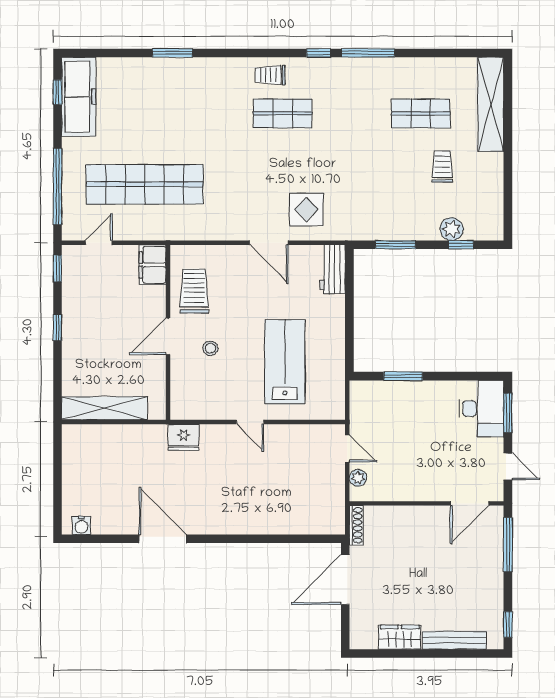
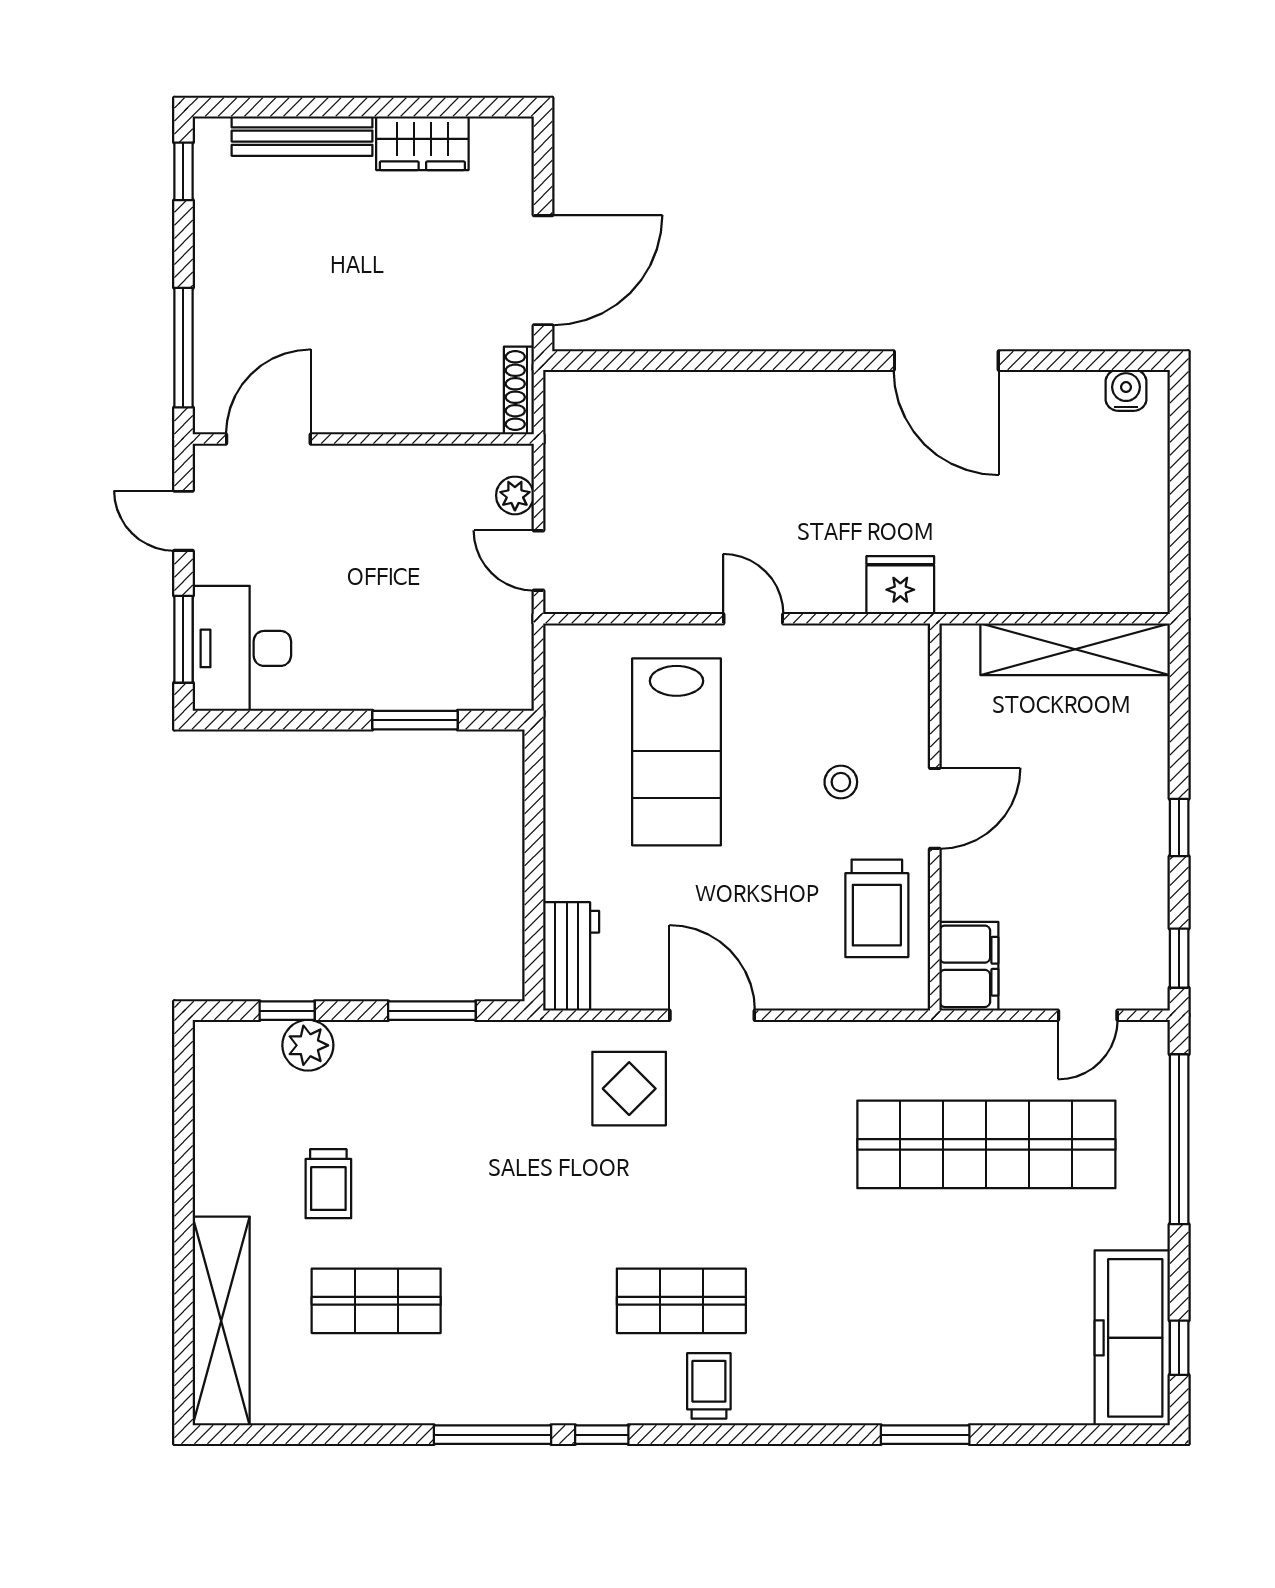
trolley: (270, 75) -> (709, 1386), turned -90

